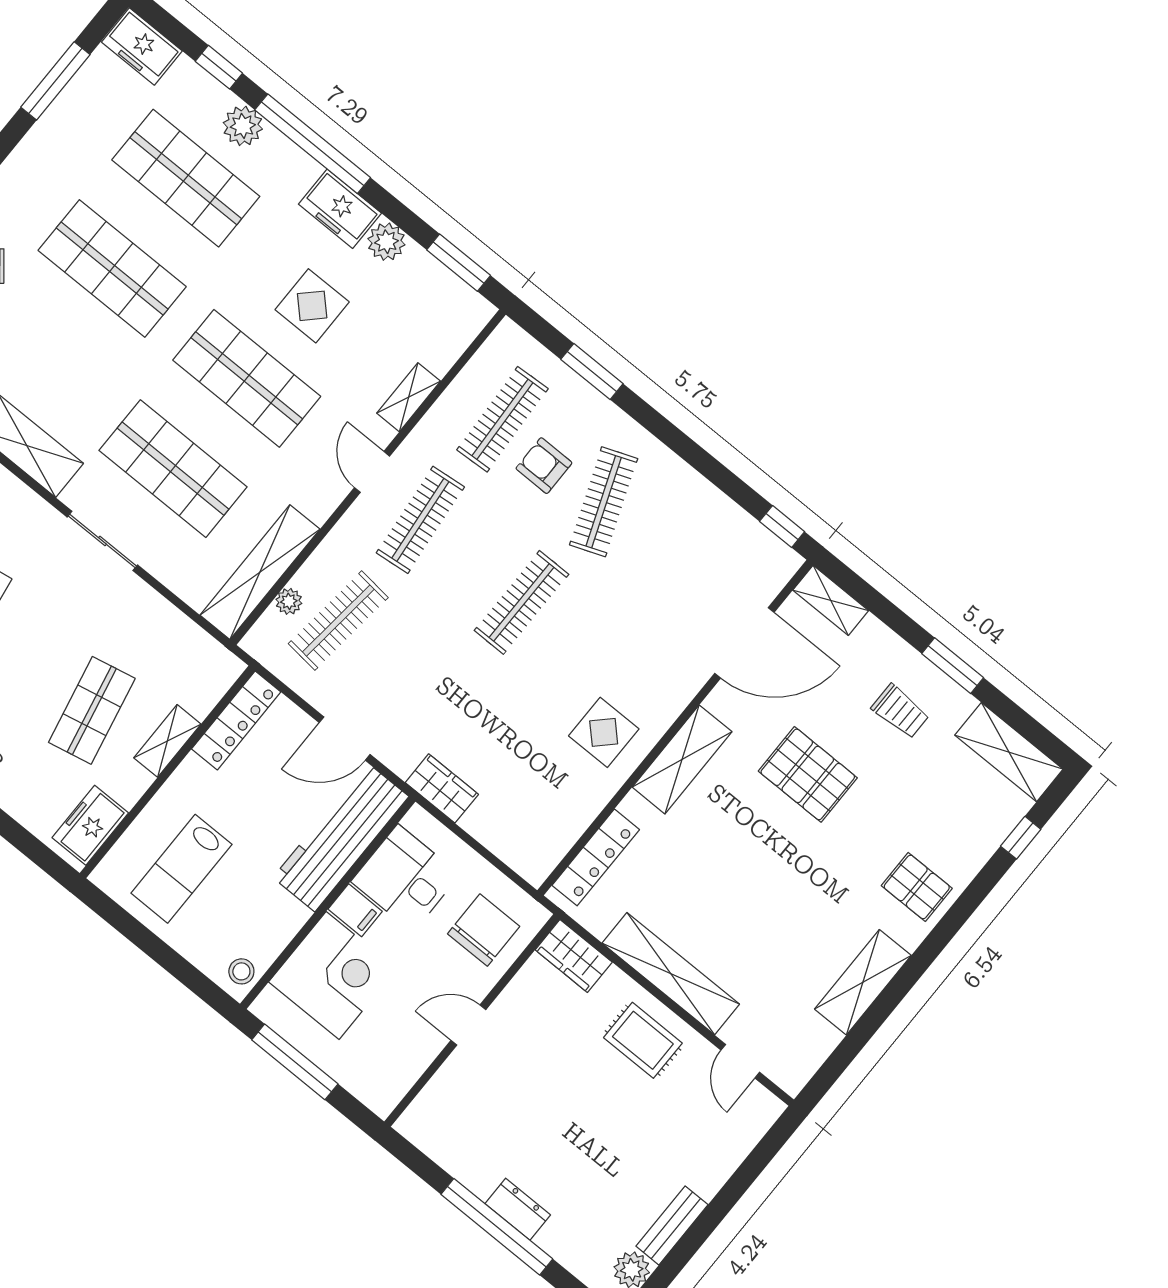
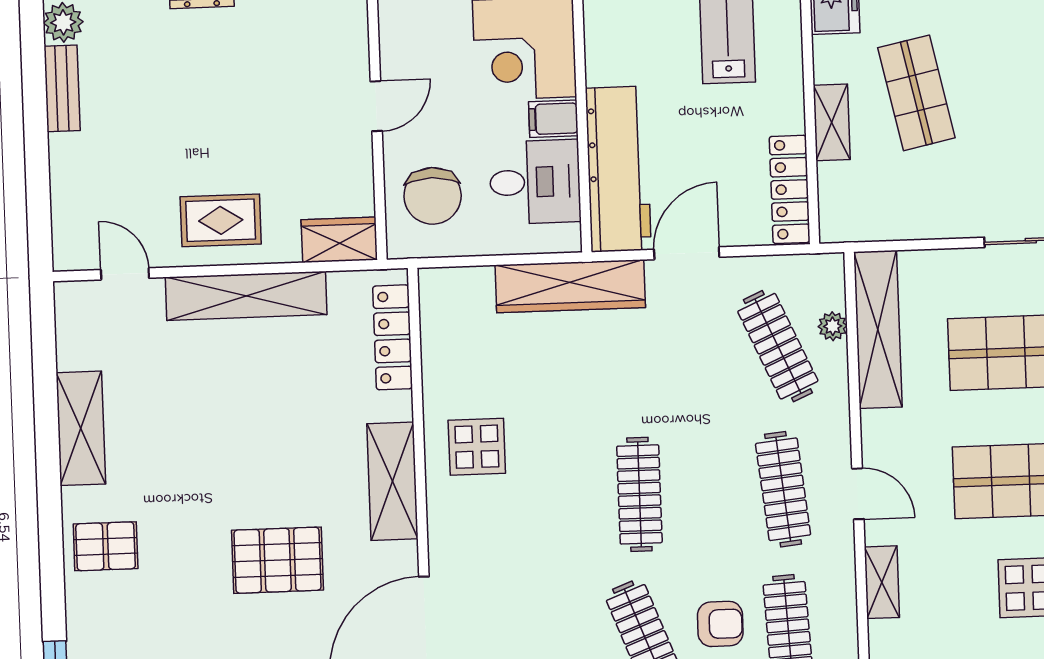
clothes rail: (338, 621) -> (778, 346), turned -30
wardrobe: (442, 788) -> (570, 286), width x2.10, depth x1.17

